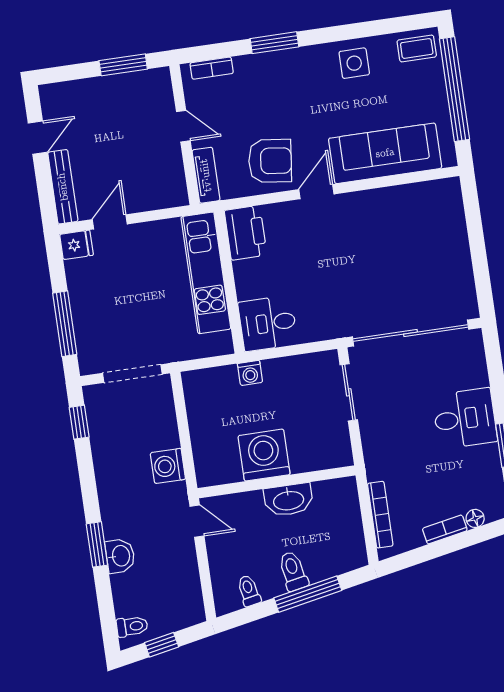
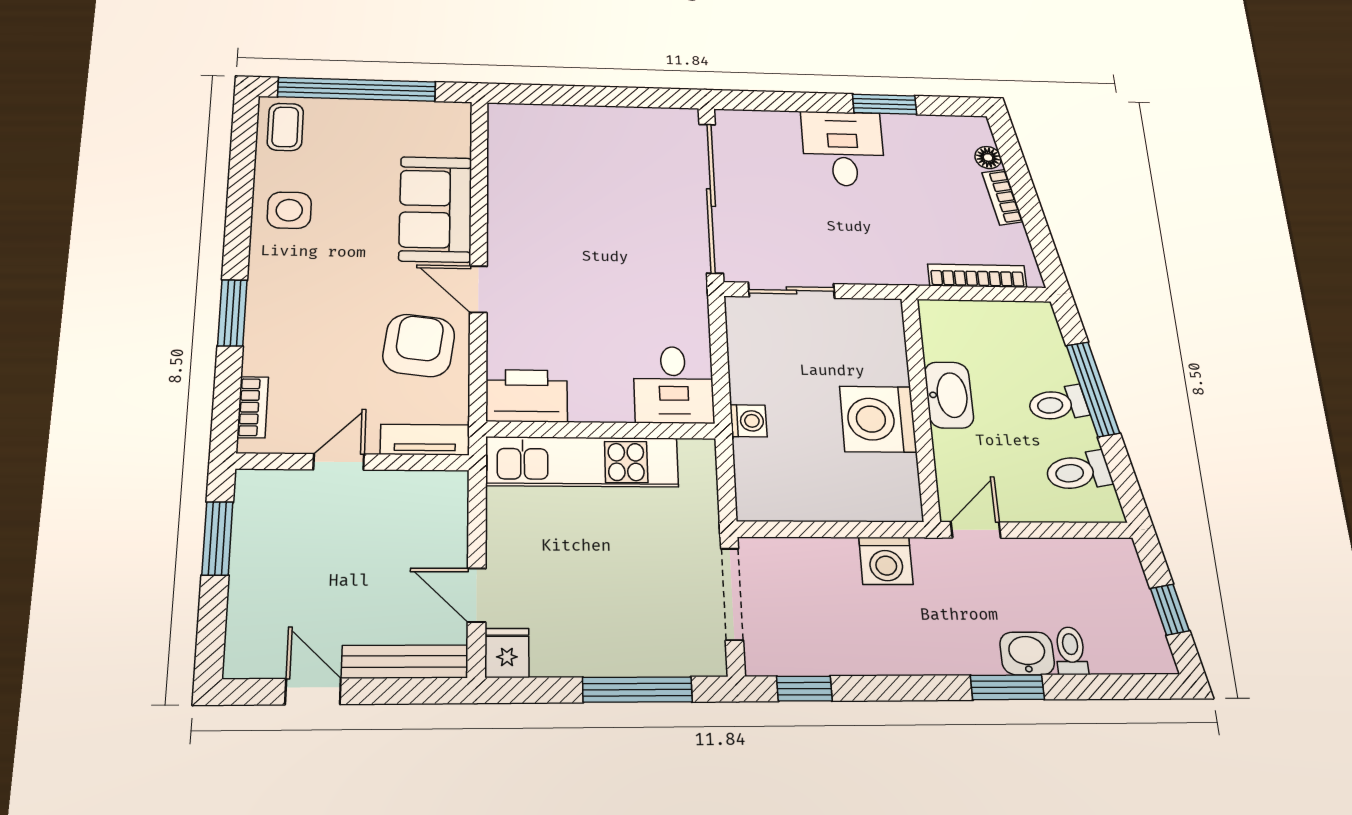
sofa: (385, 153) -> (436, 209), width x0.73
toilet: (249, 591) -> (1078, 472), width x1.37, depth x1.39
toilet: (132, 626) -> (1071, 651), moved

